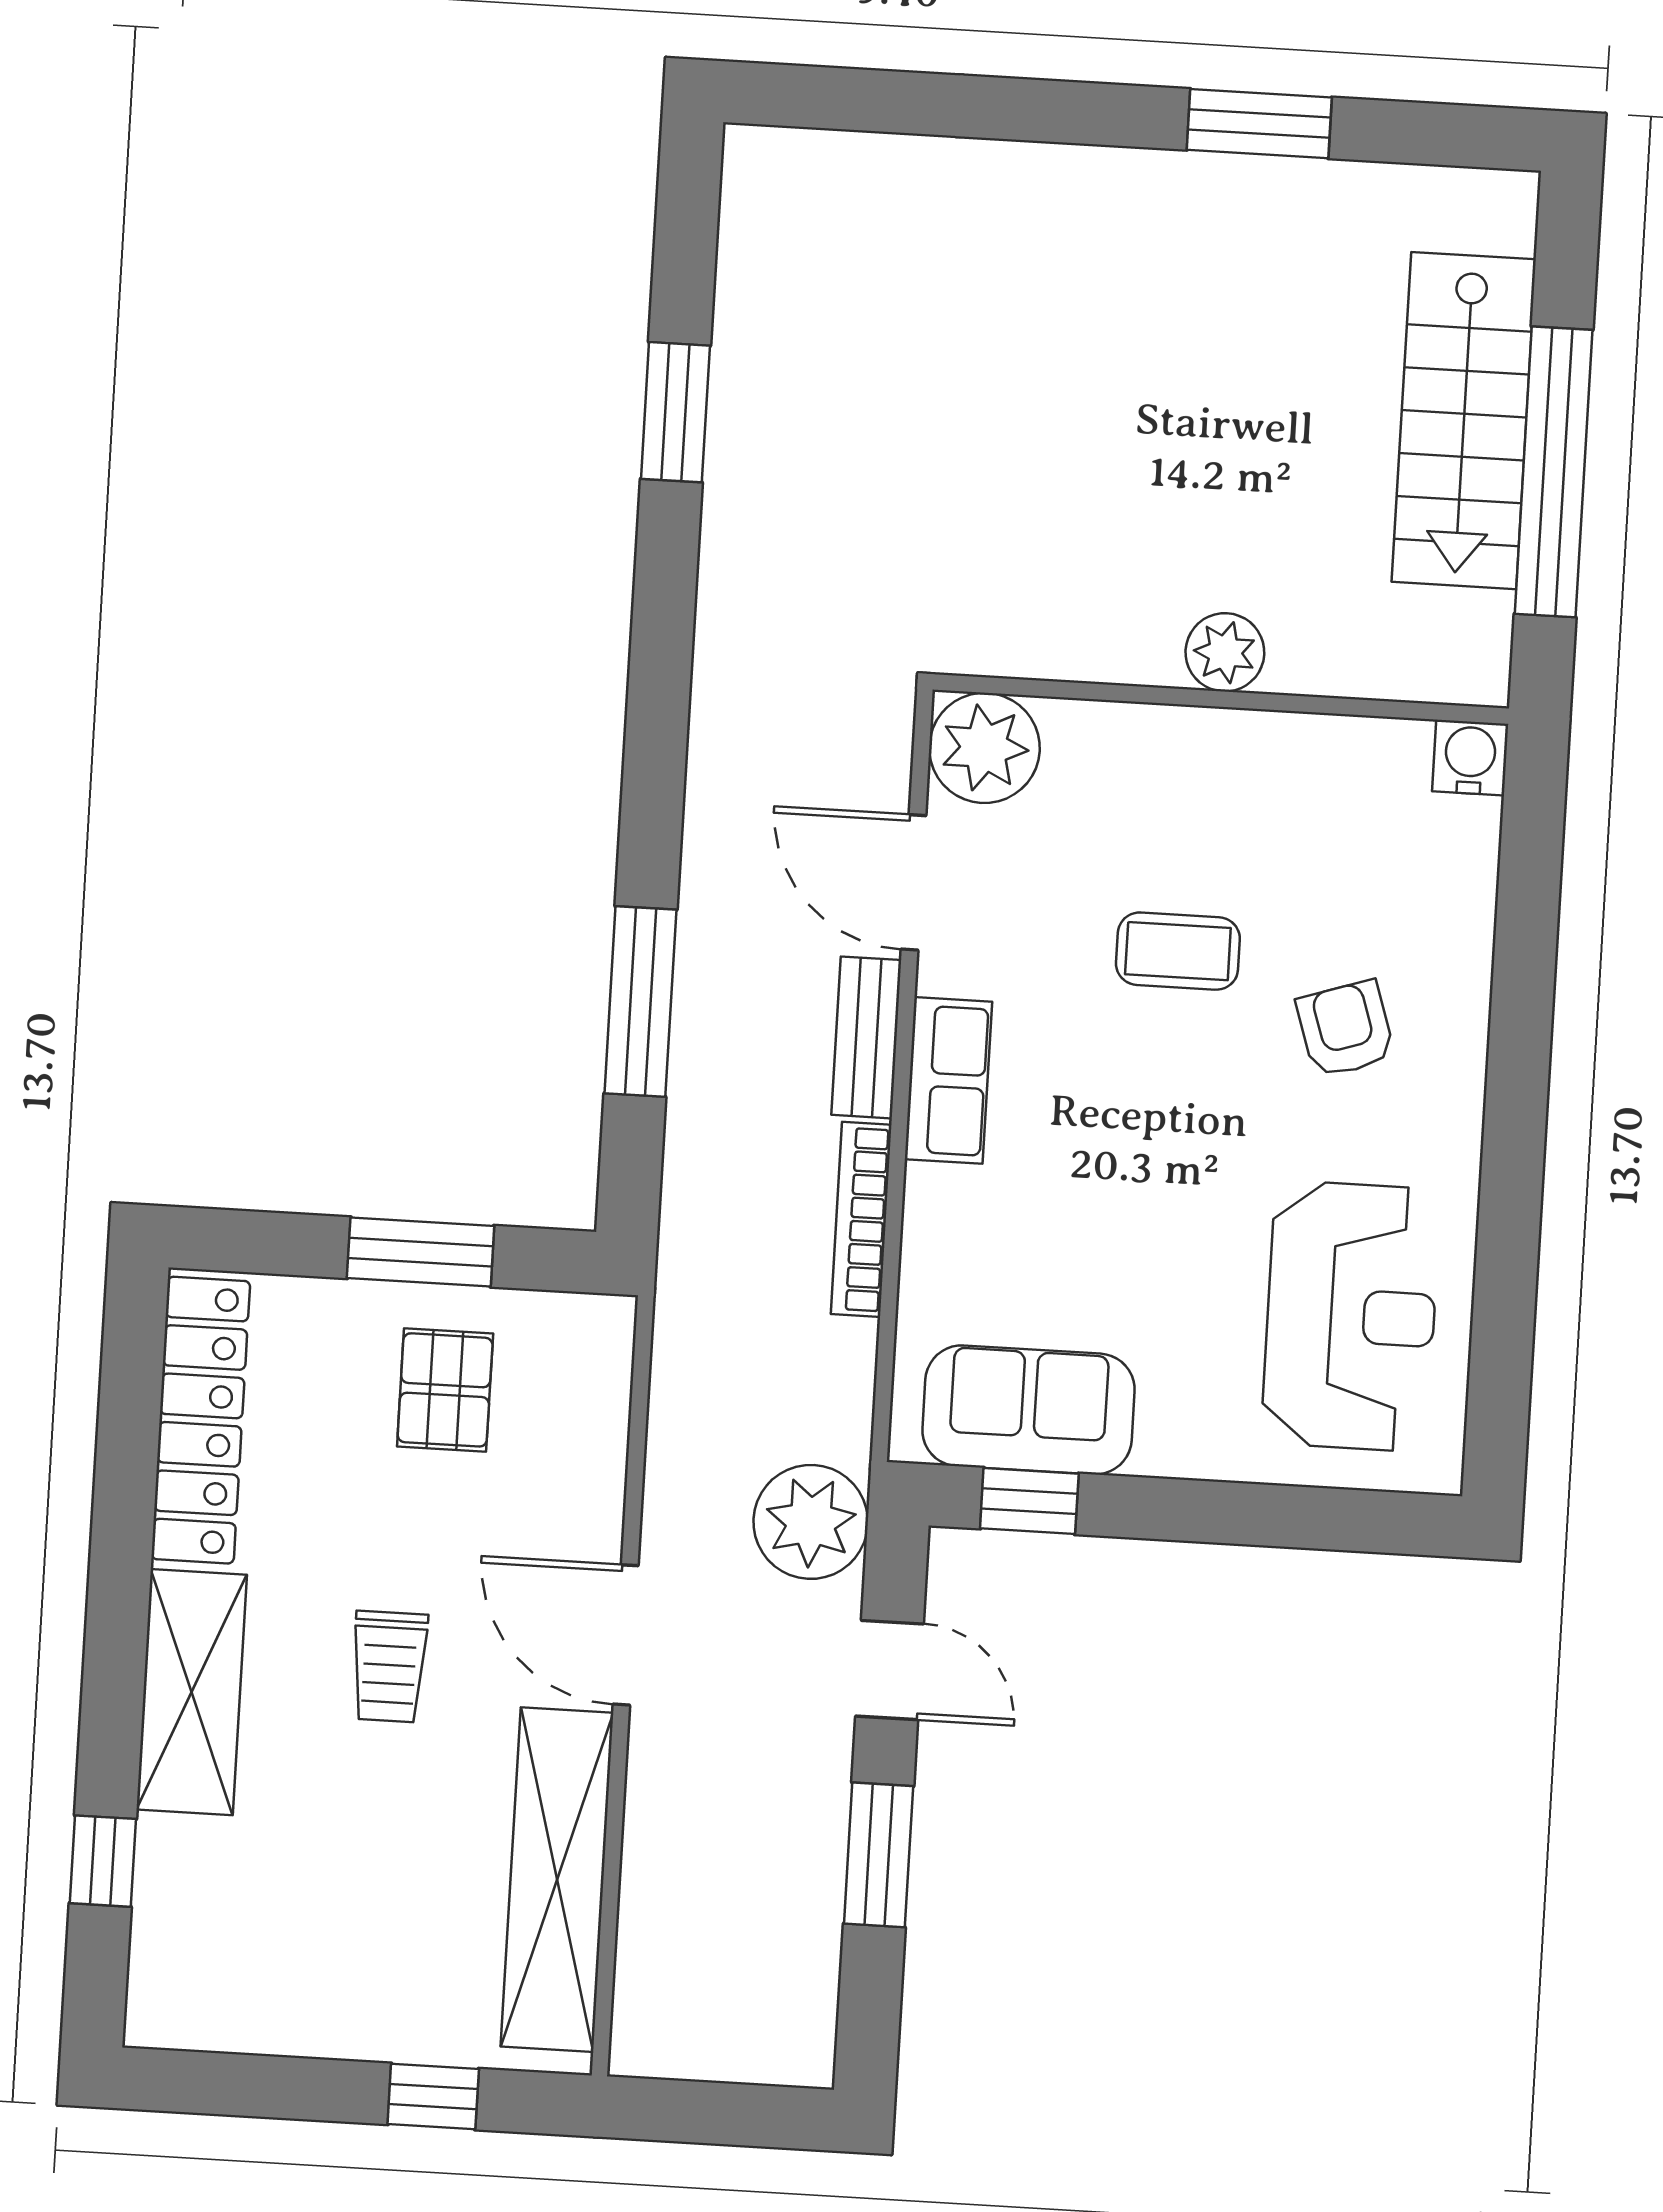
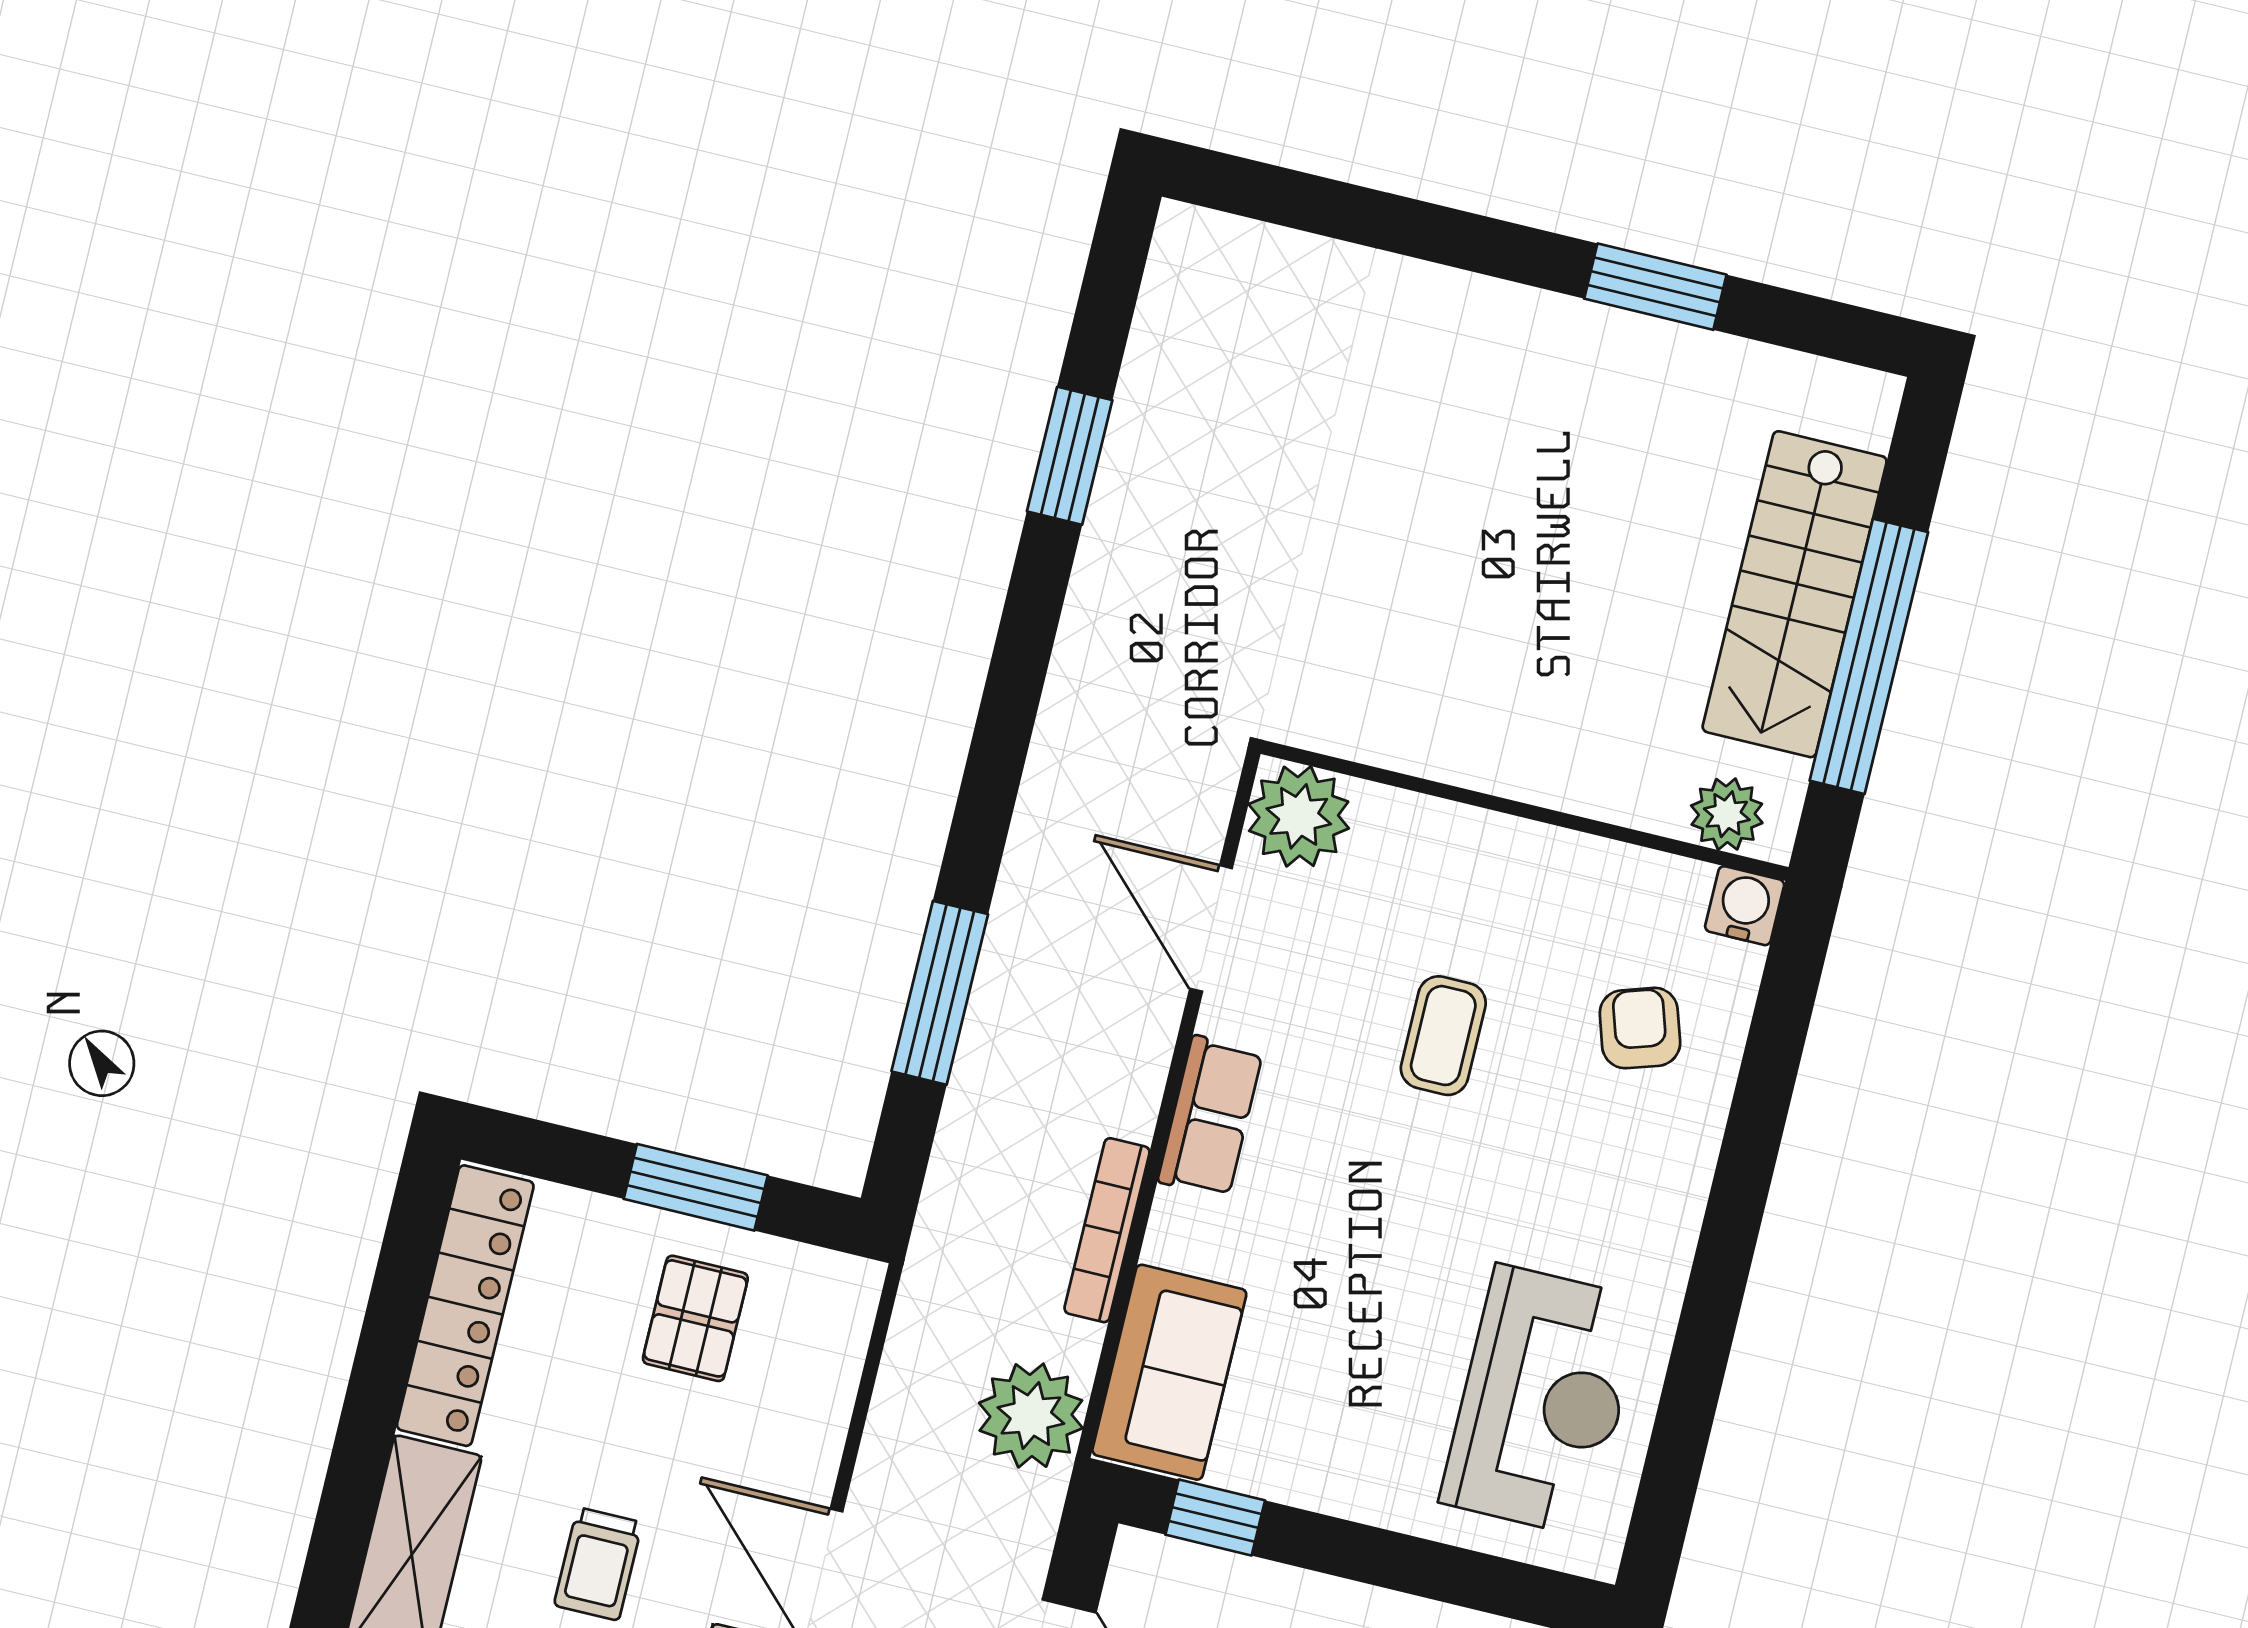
plant: (1225, 652) -> (1727, 814), moved
coffee table: (1178, 951) -> (1443, 1036), turned 90
armchair: (1345, 1029) -> (1640, 1028), moved
bench: (866, 1037) -> (1142, 1063), removed
sofa: (1028, 1410) -> (1169, 1372), moved, turned 90
plant: (811, 1522) -> (1031, 1416), moved

